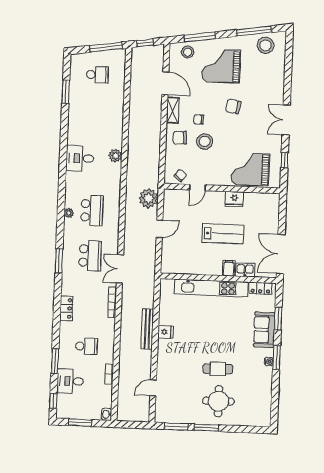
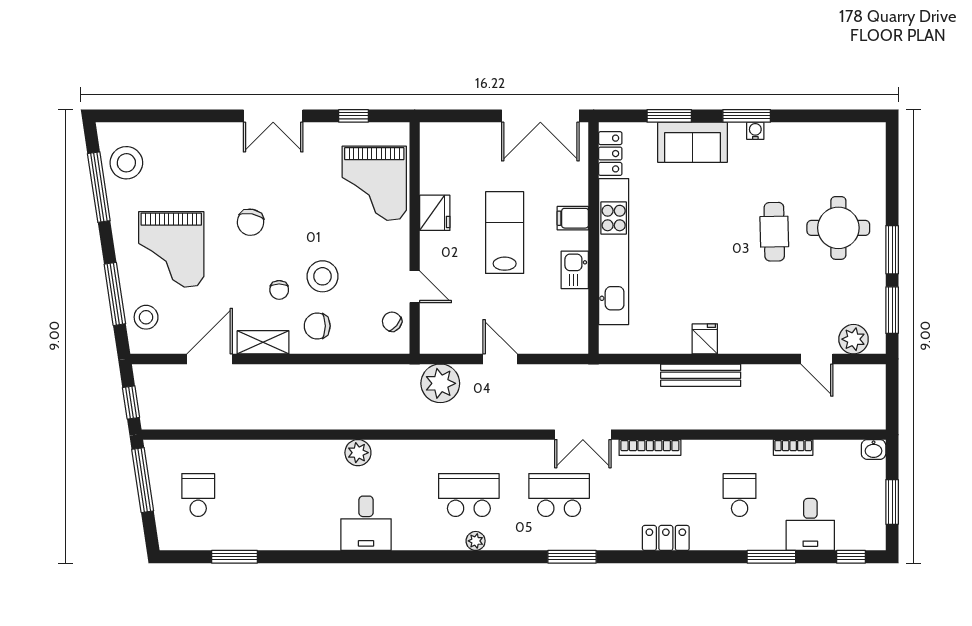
chair: (180, 138) -> (317, 326), turned 93
kitchen sink: (245, 270) -> (575, 270), moved
plant: (162, 407) -> (854, 339), added

